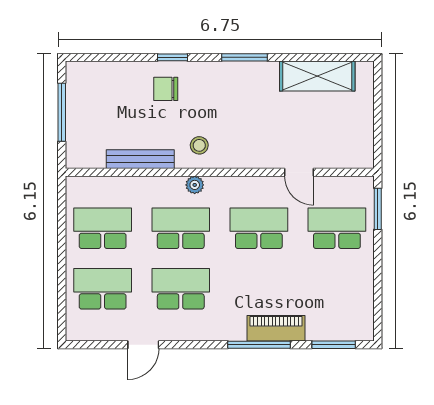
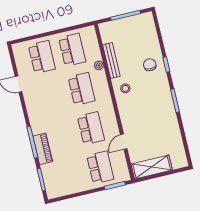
shelving: (317, 76) -> (152, 167), moved, turned 90
plant: (195, 185) -> (99, 65), moved
school desk: (181, 289) -> (51, 96), removed

